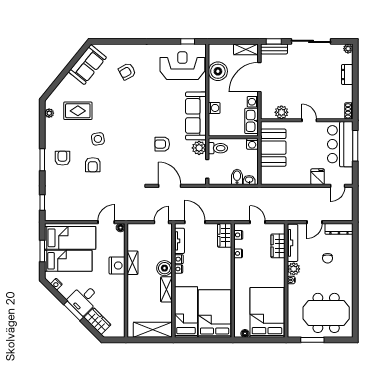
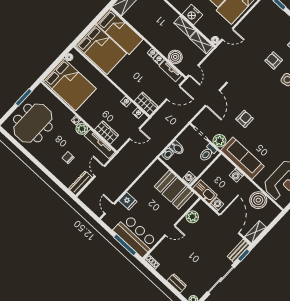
door: (170, 186) -> (213, 98), hinge flipped
door: (106, 222) -> (228, 34), hinge flipped
boiler: (164, 268) -> (175, 57), moved
shelving: (166, 289) -> (201, 42), moved

